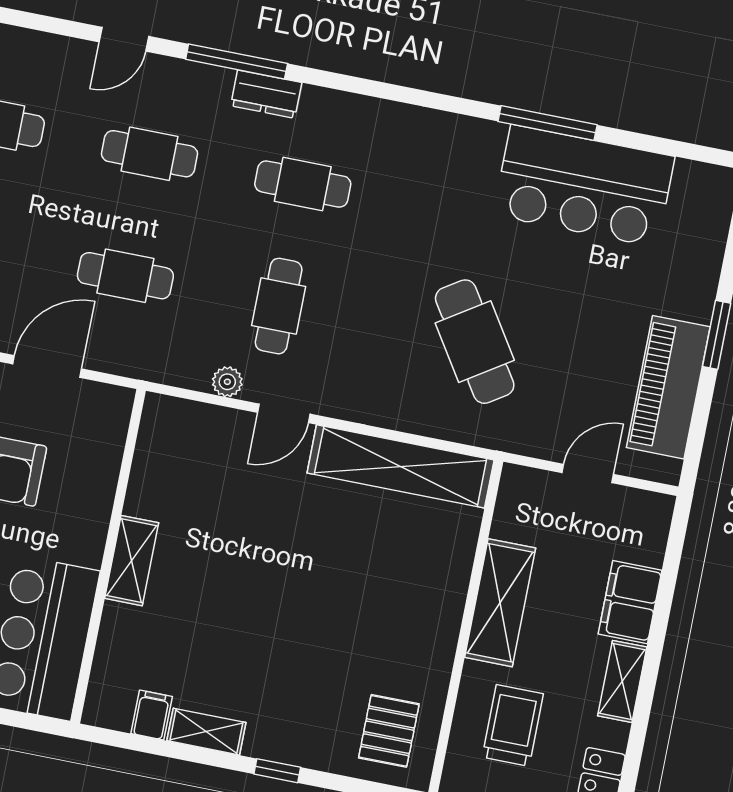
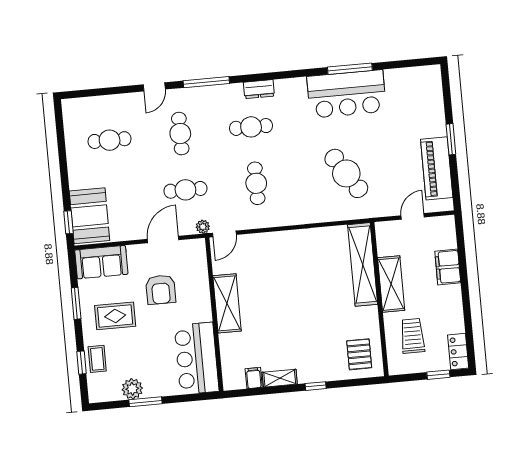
dresser: (266, 94) -> (259, 89), moved
cafe table: (150, 154) -> (180, 134), turned 90
bar counter: (584, 186) -> (347, 94), moved
plant: (227, 382) -> (203, 227), moved
door: (284, 413) -> (224, 234), moved
shelving: (401, 466) -> (363, 264), moved, turned 90
shelving: (132, 561) -> (227, 303), width x1.50, depth x1.33
shelving: (622, 681) -> (455, 303), removed

